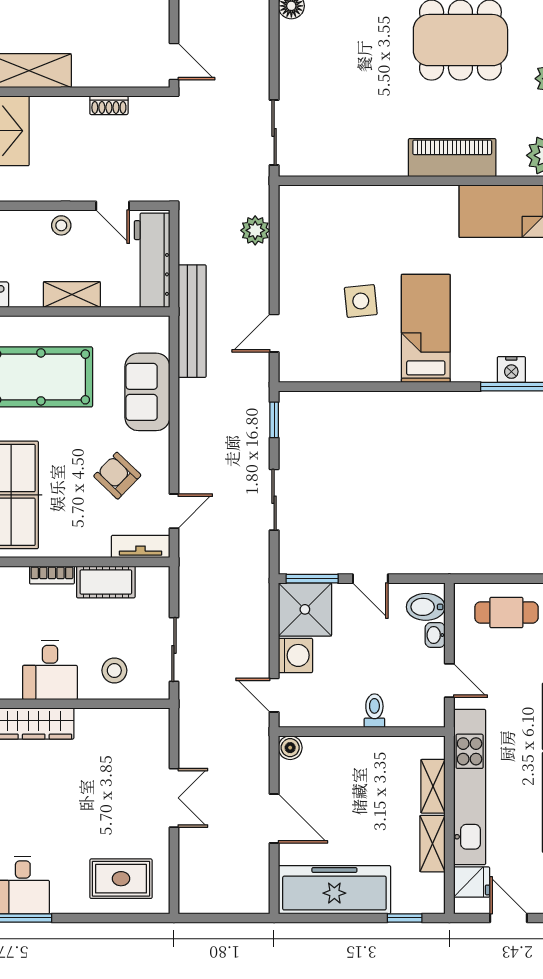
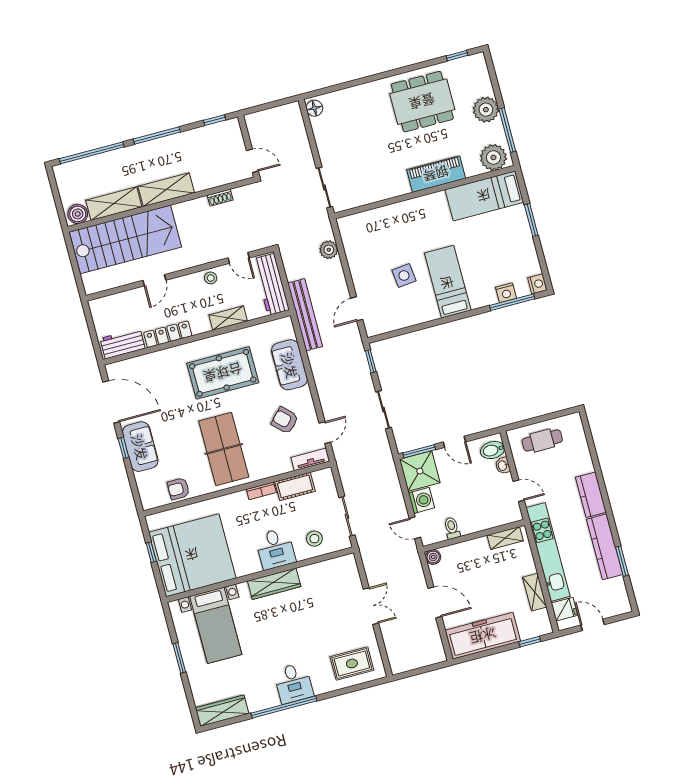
toilet: (374, 711) -> (452, 528), moved
shelving: (433, 786) -> (505, 538), moved, turned 90

